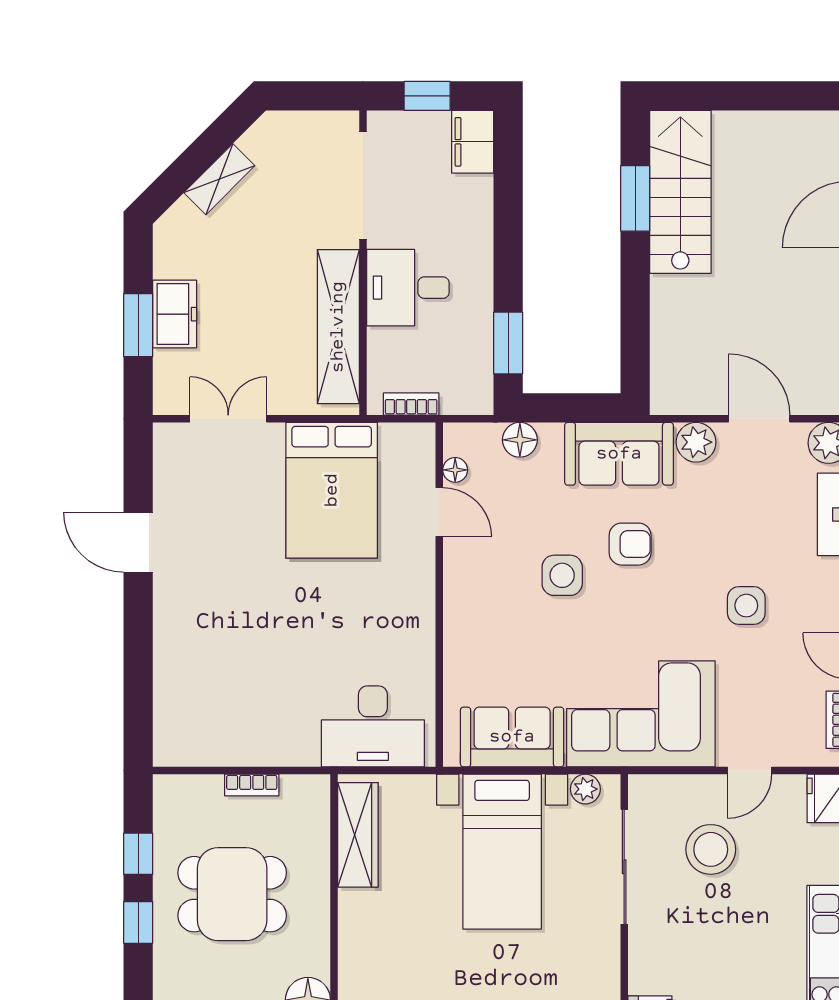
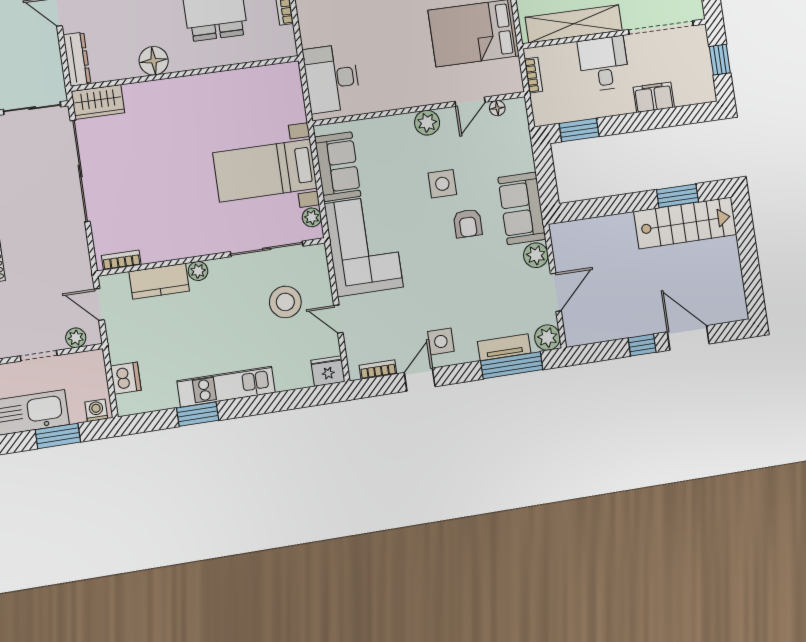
filing cabinet: (473, 142) -> (654, 97), moved
floor lamp: (520, 440) -> (521, 146), removed
plant: (463, 586) -> (427, 123), added
side table: (746, 606) -> (441, 341), moved
wardrobe: (358, 835) -> (263, 78), removed
plant: (643, 978) -> (198, 271), added

